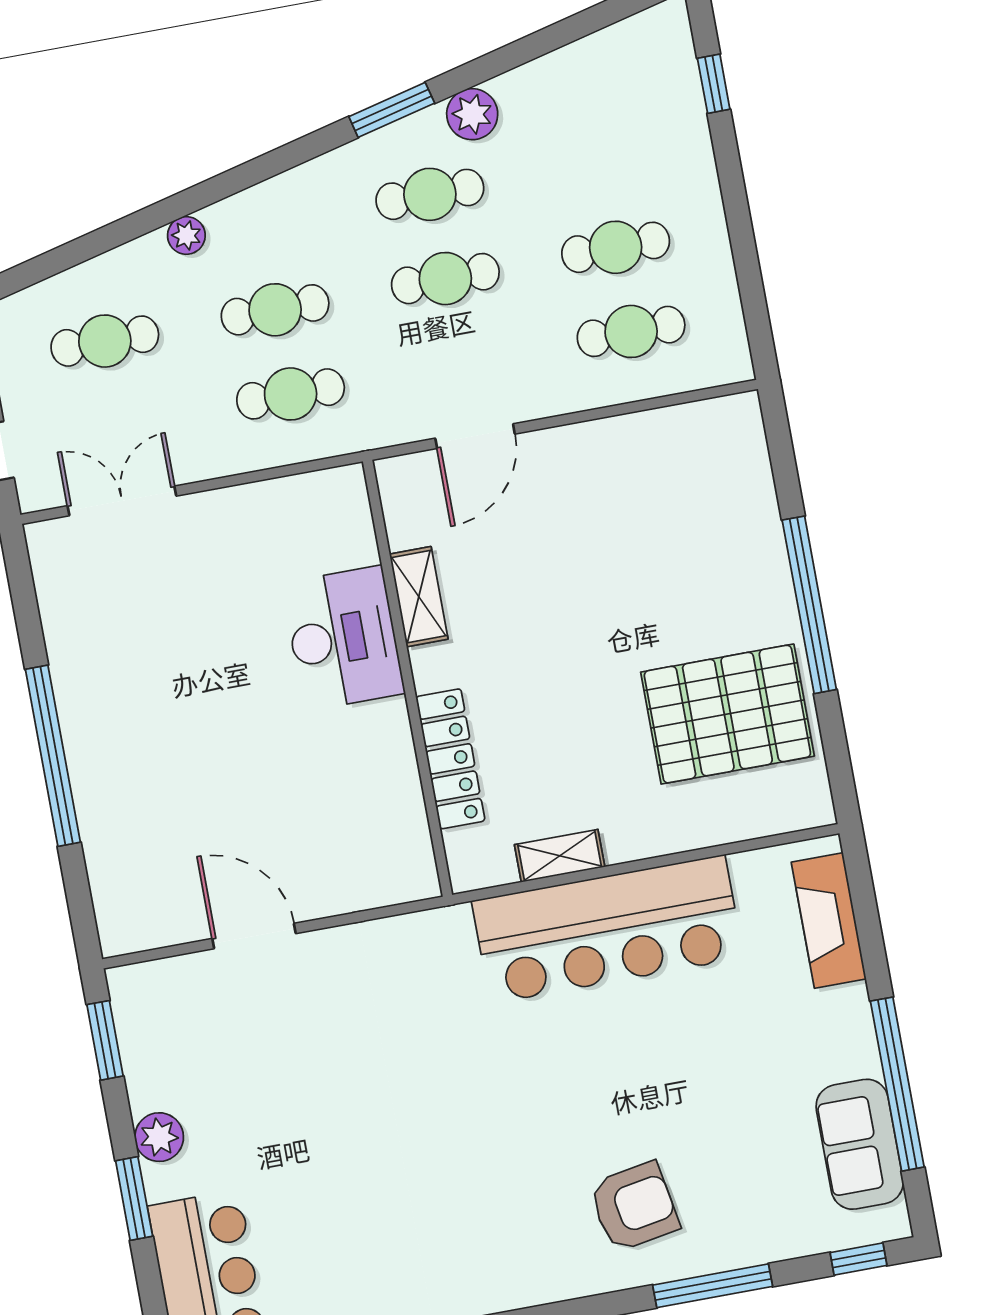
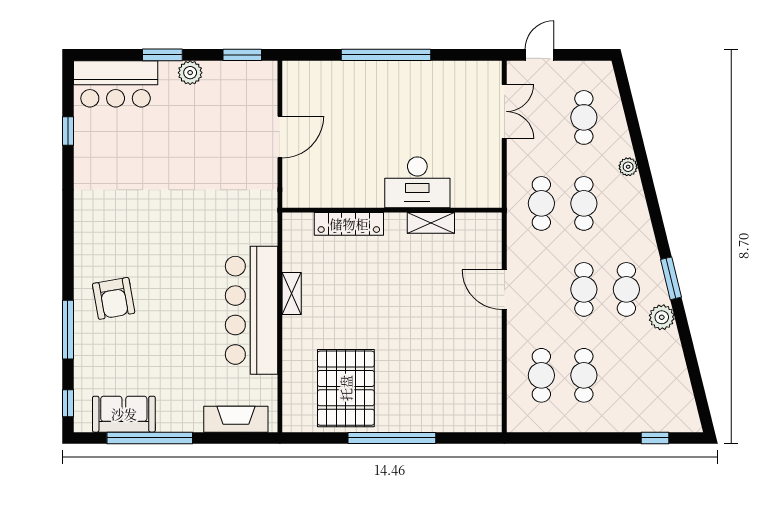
shelving: (419, 597) -> (431, 223), moved
desk: (343, 638) -> (417, 182), moved
wall: (407, 678) -> (392, 210), moved
locker: (450, 759) -> (349, 224), moved

